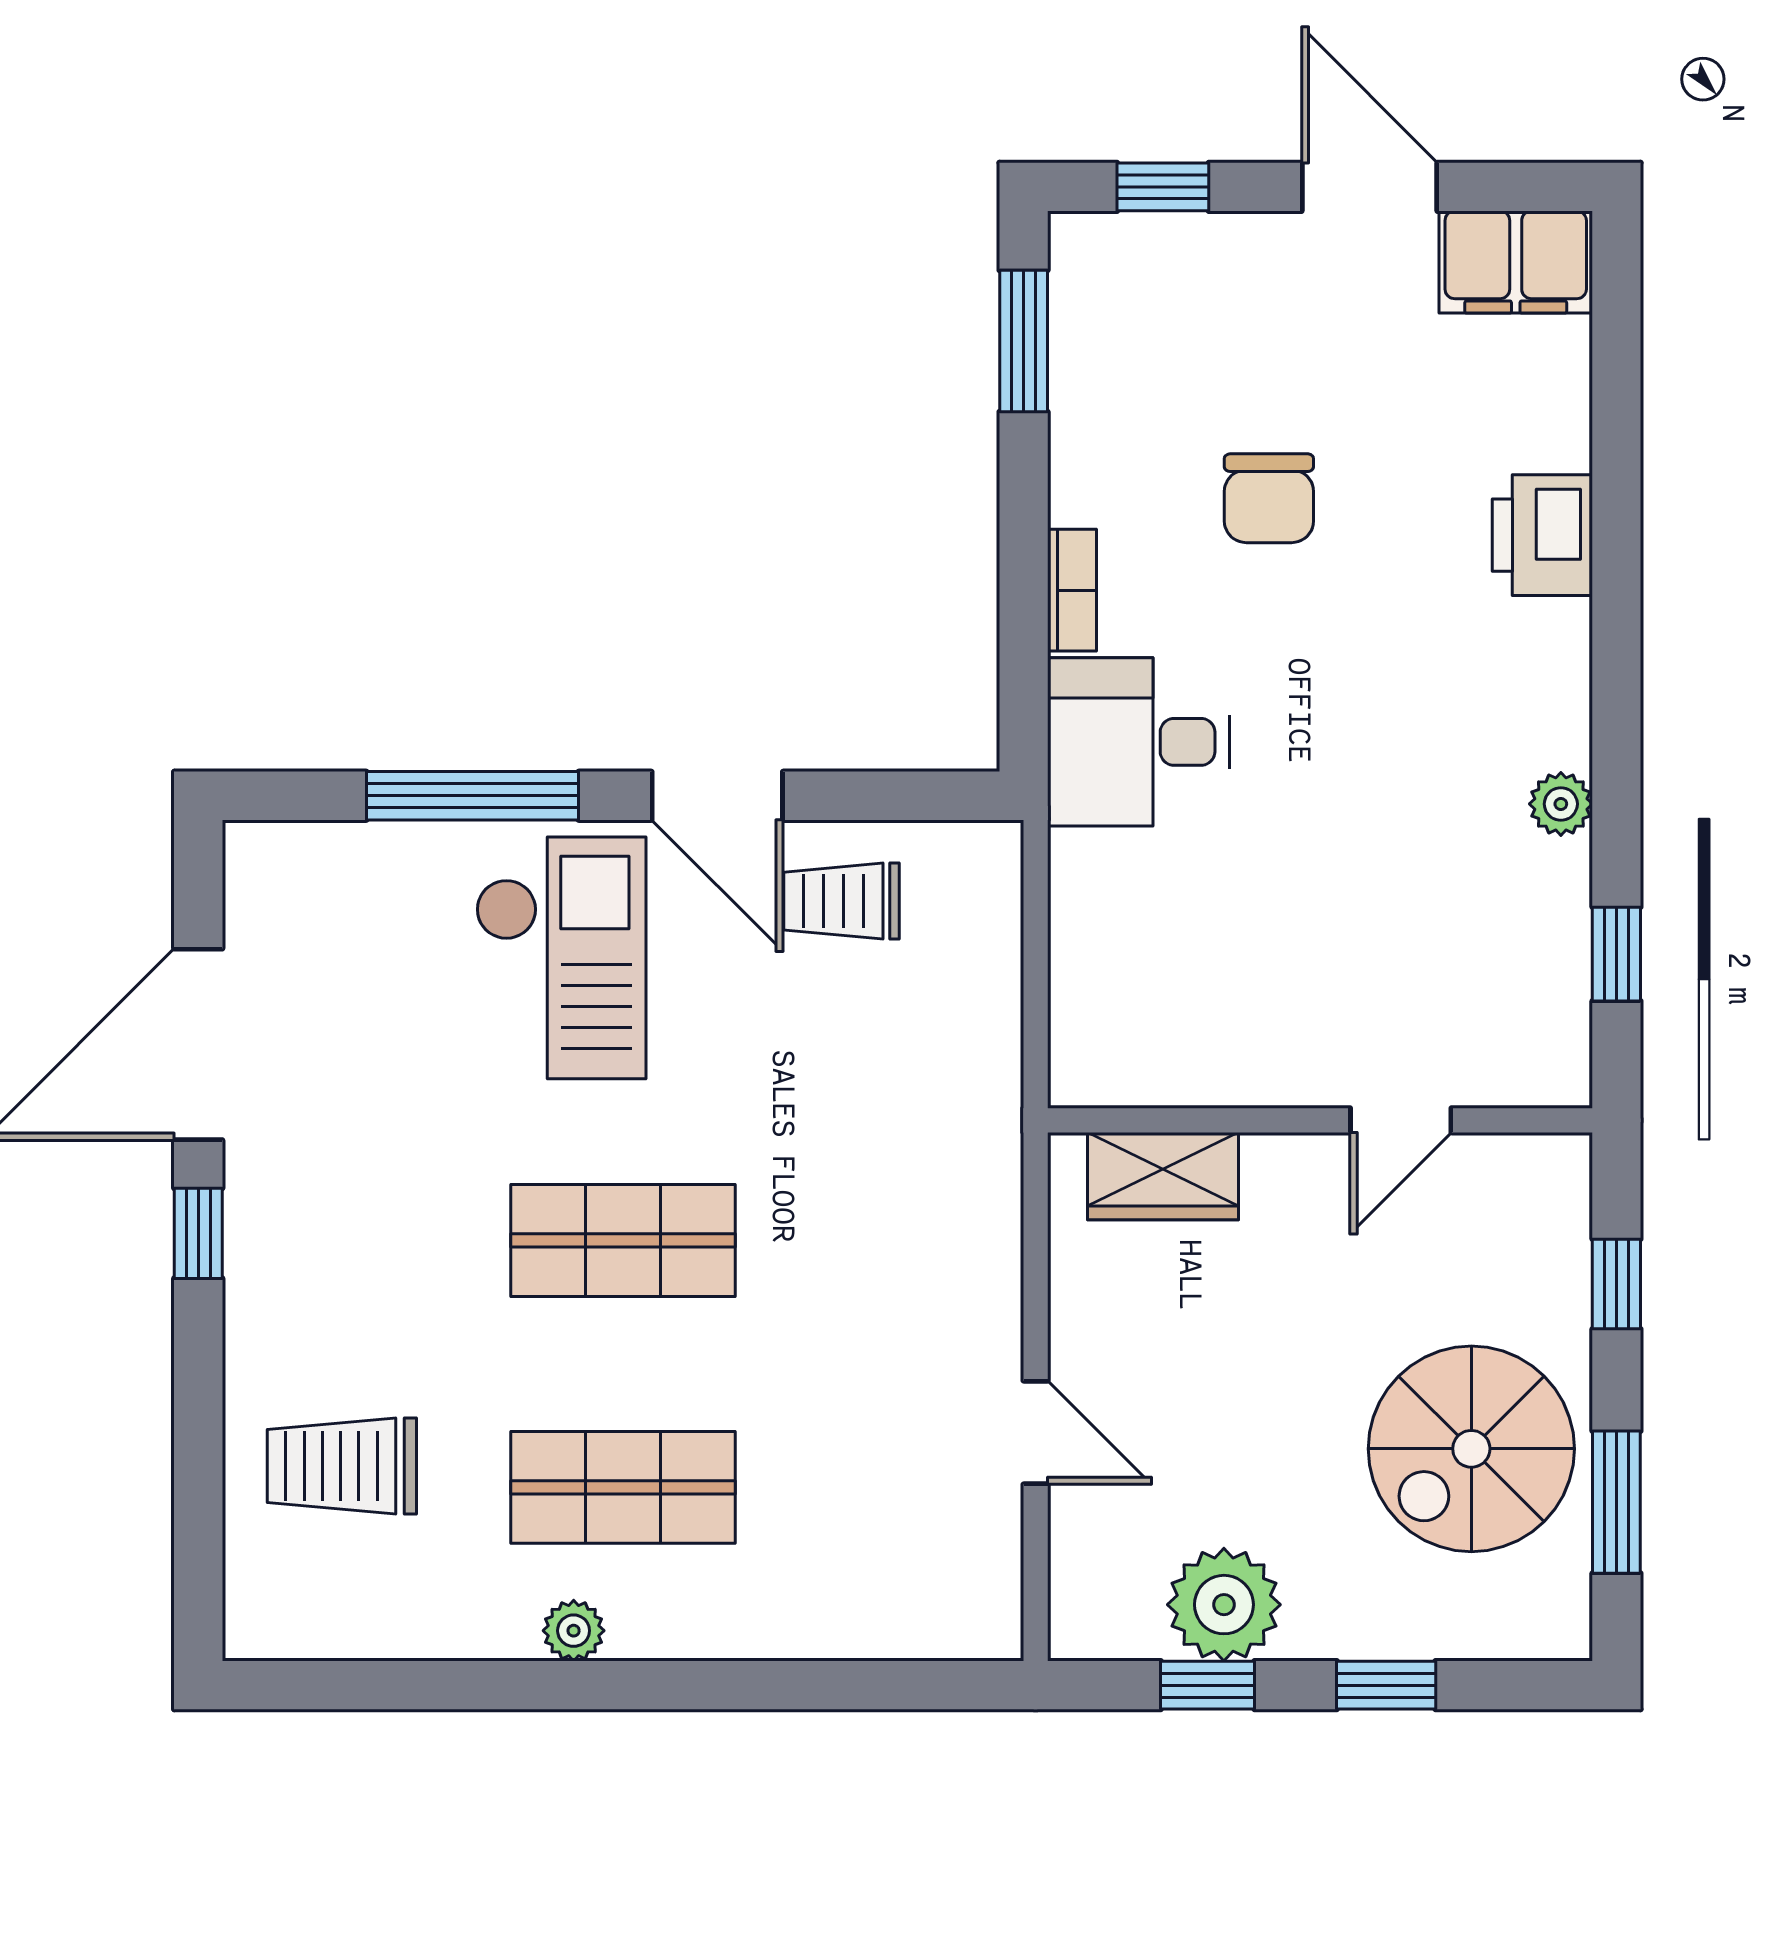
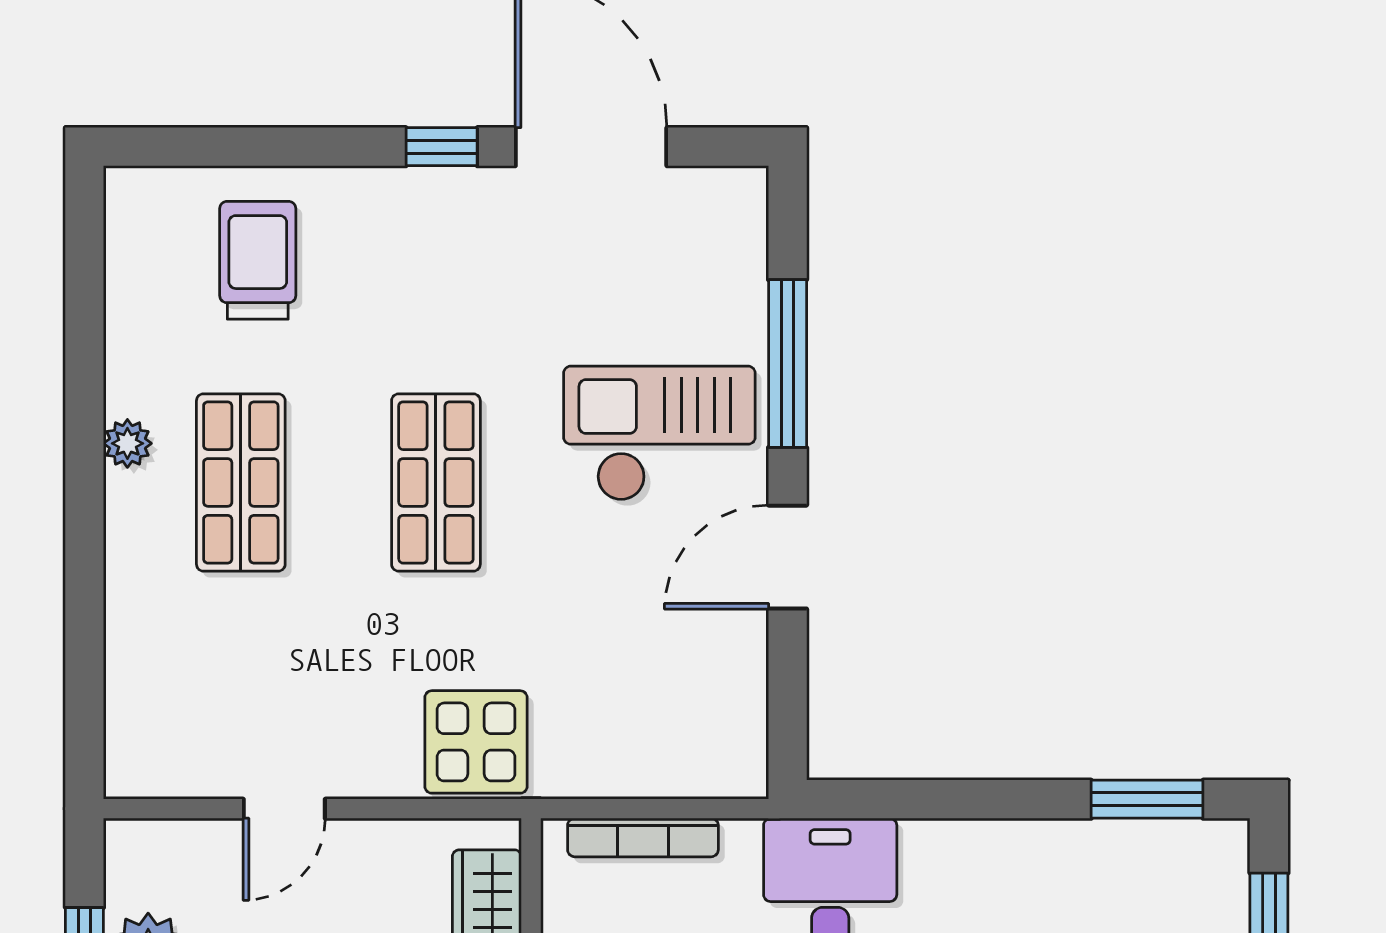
bookcase: (1072, 590) -> (643, 837), moved, width x1.56
trolley: (842, 901) -> (704, 655), removed
checkout: (561, 958) -> (659, 433), turned 180
display table: (951, 1190) -> (476, 742), added

